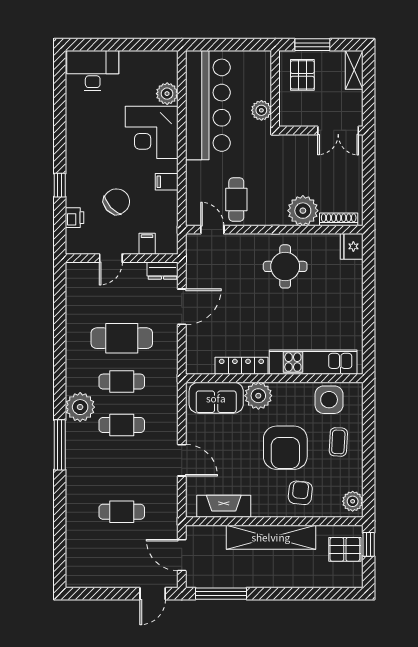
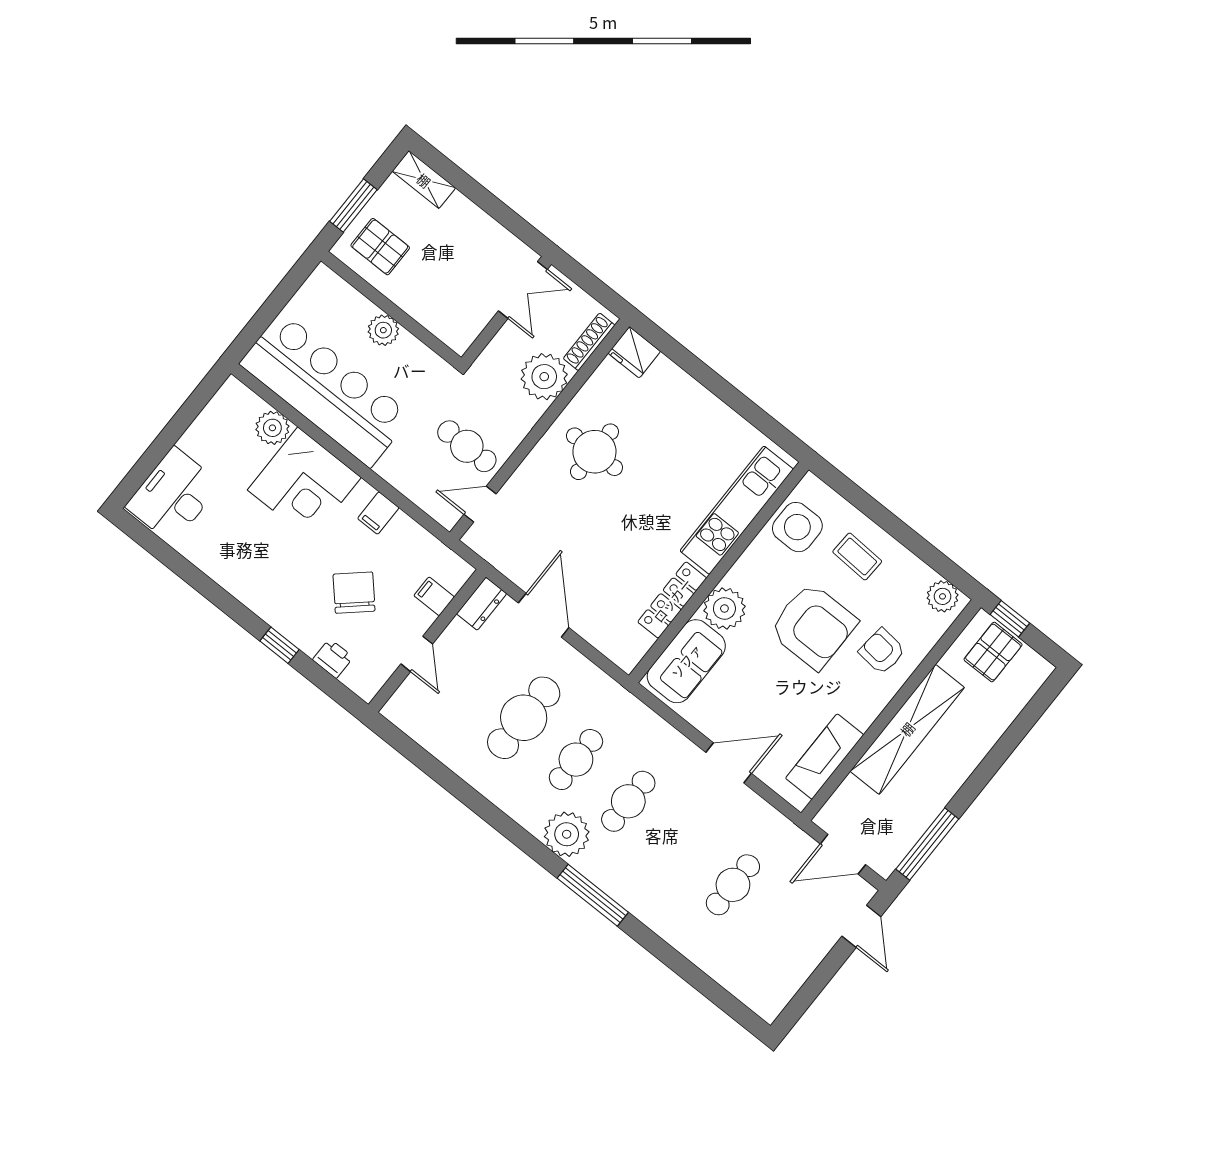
wall: (321, 130) -> (506, 311), moved
double door: (338, 130) -> (523, 290), moved

